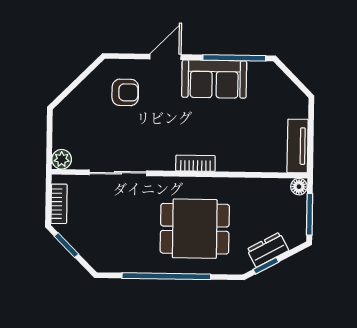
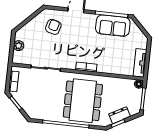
sofa: (214, 79) -> (113, 26), moved
armchair: (125, 92) -> (53, 27), turned -75
plant: (62, 159) -> (19, 46), moved
dining table: (195, 229) -> (83, 101), width x1.38

